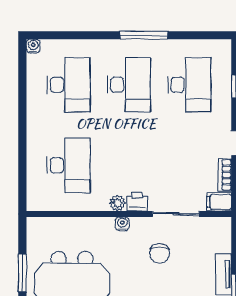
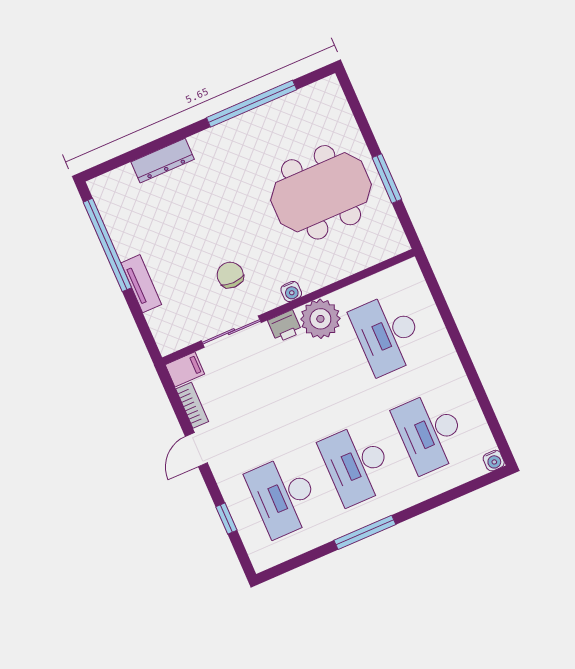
plant: (117, 203) -> (320, 319), width x1.88, depth x1.88

